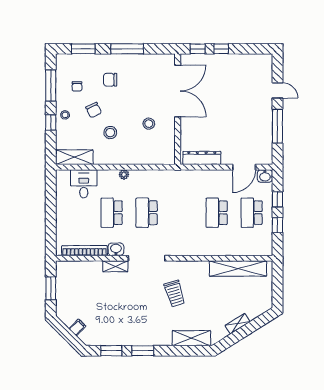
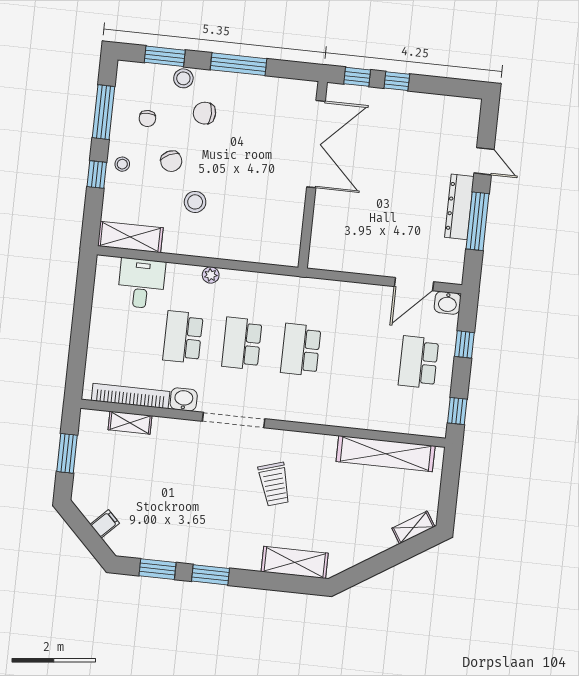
stool: (149, 124) -> (183, 78), moved
dresser: (202, 158) -> (459, 207), moved, turned -90
school desk: (217, 213) -> (301, 350), moved
window: (277, 225) -> (457, 411), moved
shelving: (115, 266) -> (130, 423), moved
shelving: (238, 324) -> (413, 527), moved

